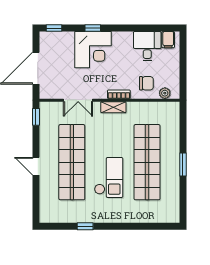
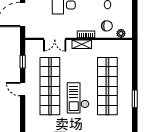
window: (36, 117) -> (23, 62), moved
window: (183, 165) -> (135, 99), moved
checkout: (109, 177) -> (78, 98), turned 180

